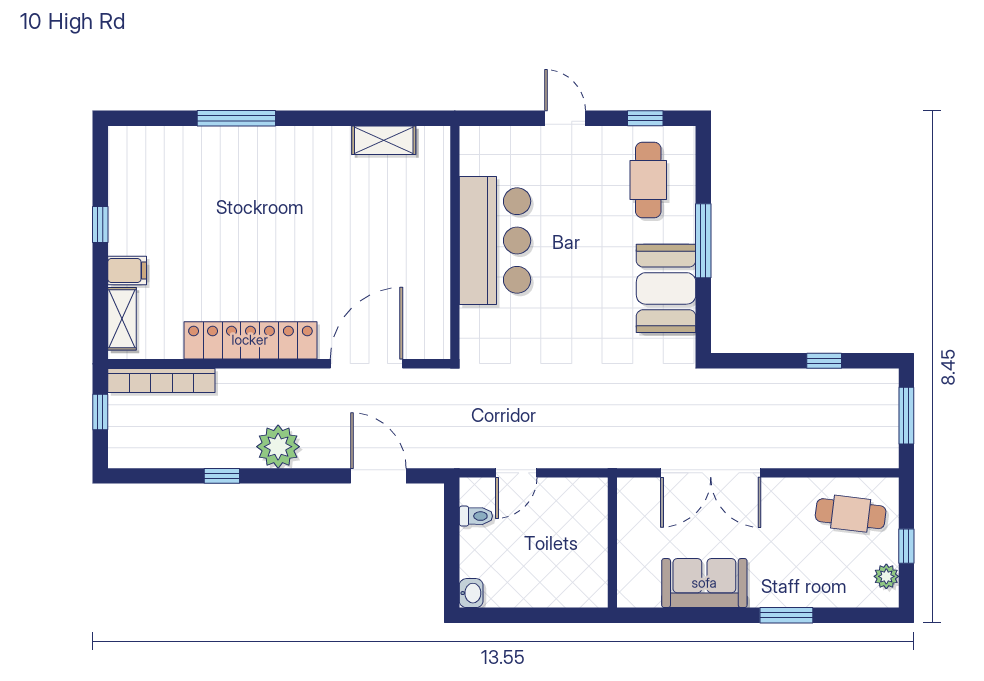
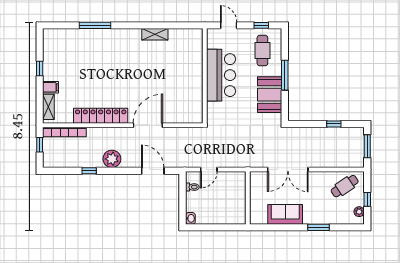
bar counter: (495, 241) -> (221, 75), moved
wall: (455, 243) -> (205, 76), moved
cafe table: (851, 514) -> (345, 186), turned -41

